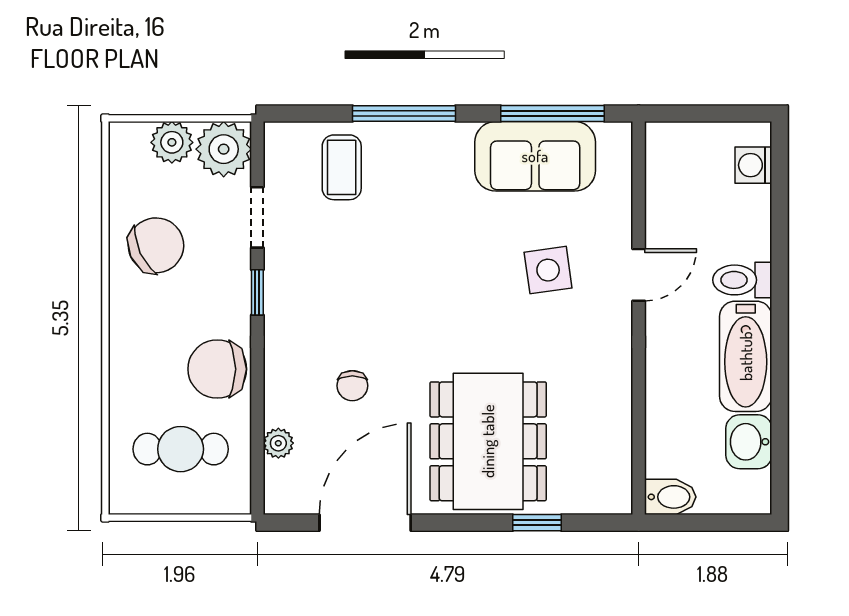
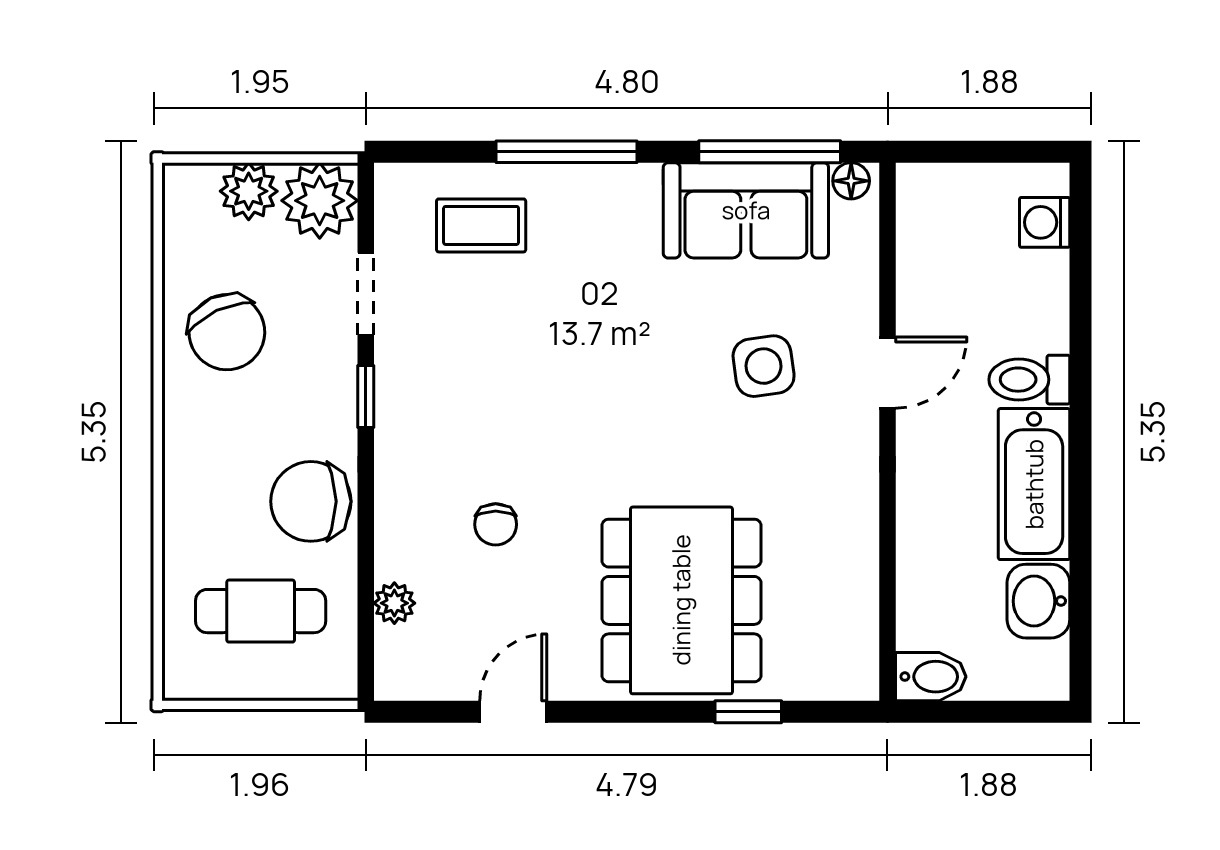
floor lamp: (612, 135) -> (851, 181), added
coffee table: (342, 167) -> (481, 225), turned 90
chair: (156, 245) -> (227, 332), turned 90
door: (365, 523) -> (513, 712), width x0.53

